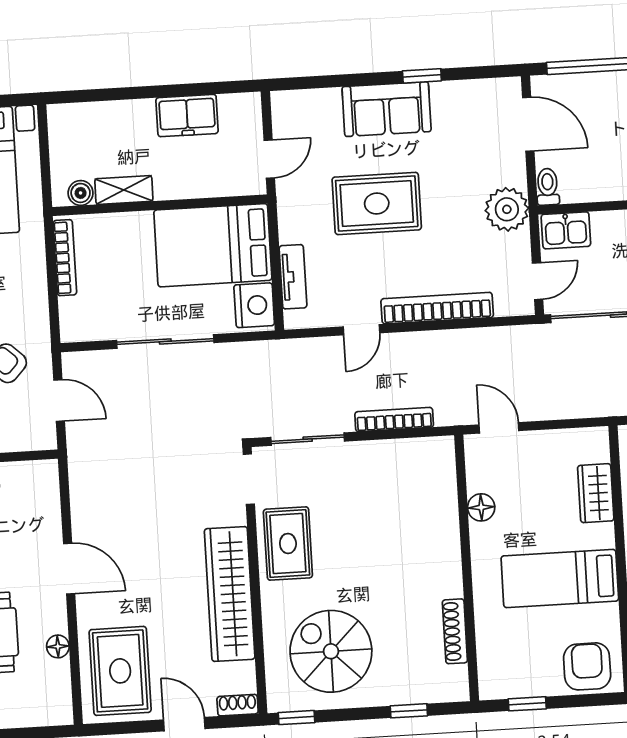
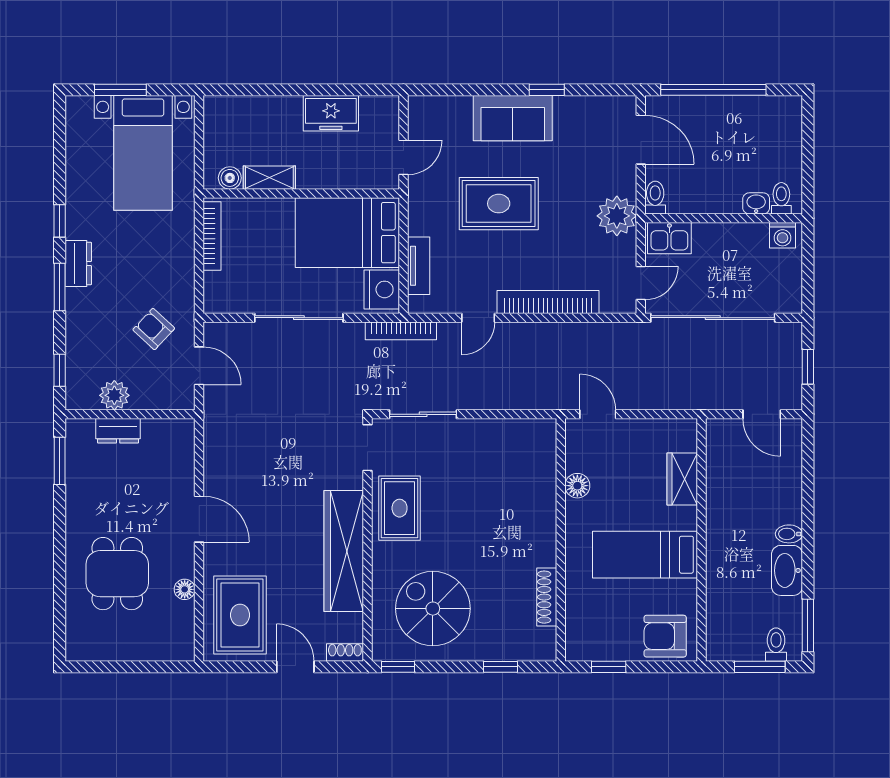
bookcase: (394, 420) -> (401, 331), moved, turned 180
armchair: (587, 666) -> (665, 636), turned -90

